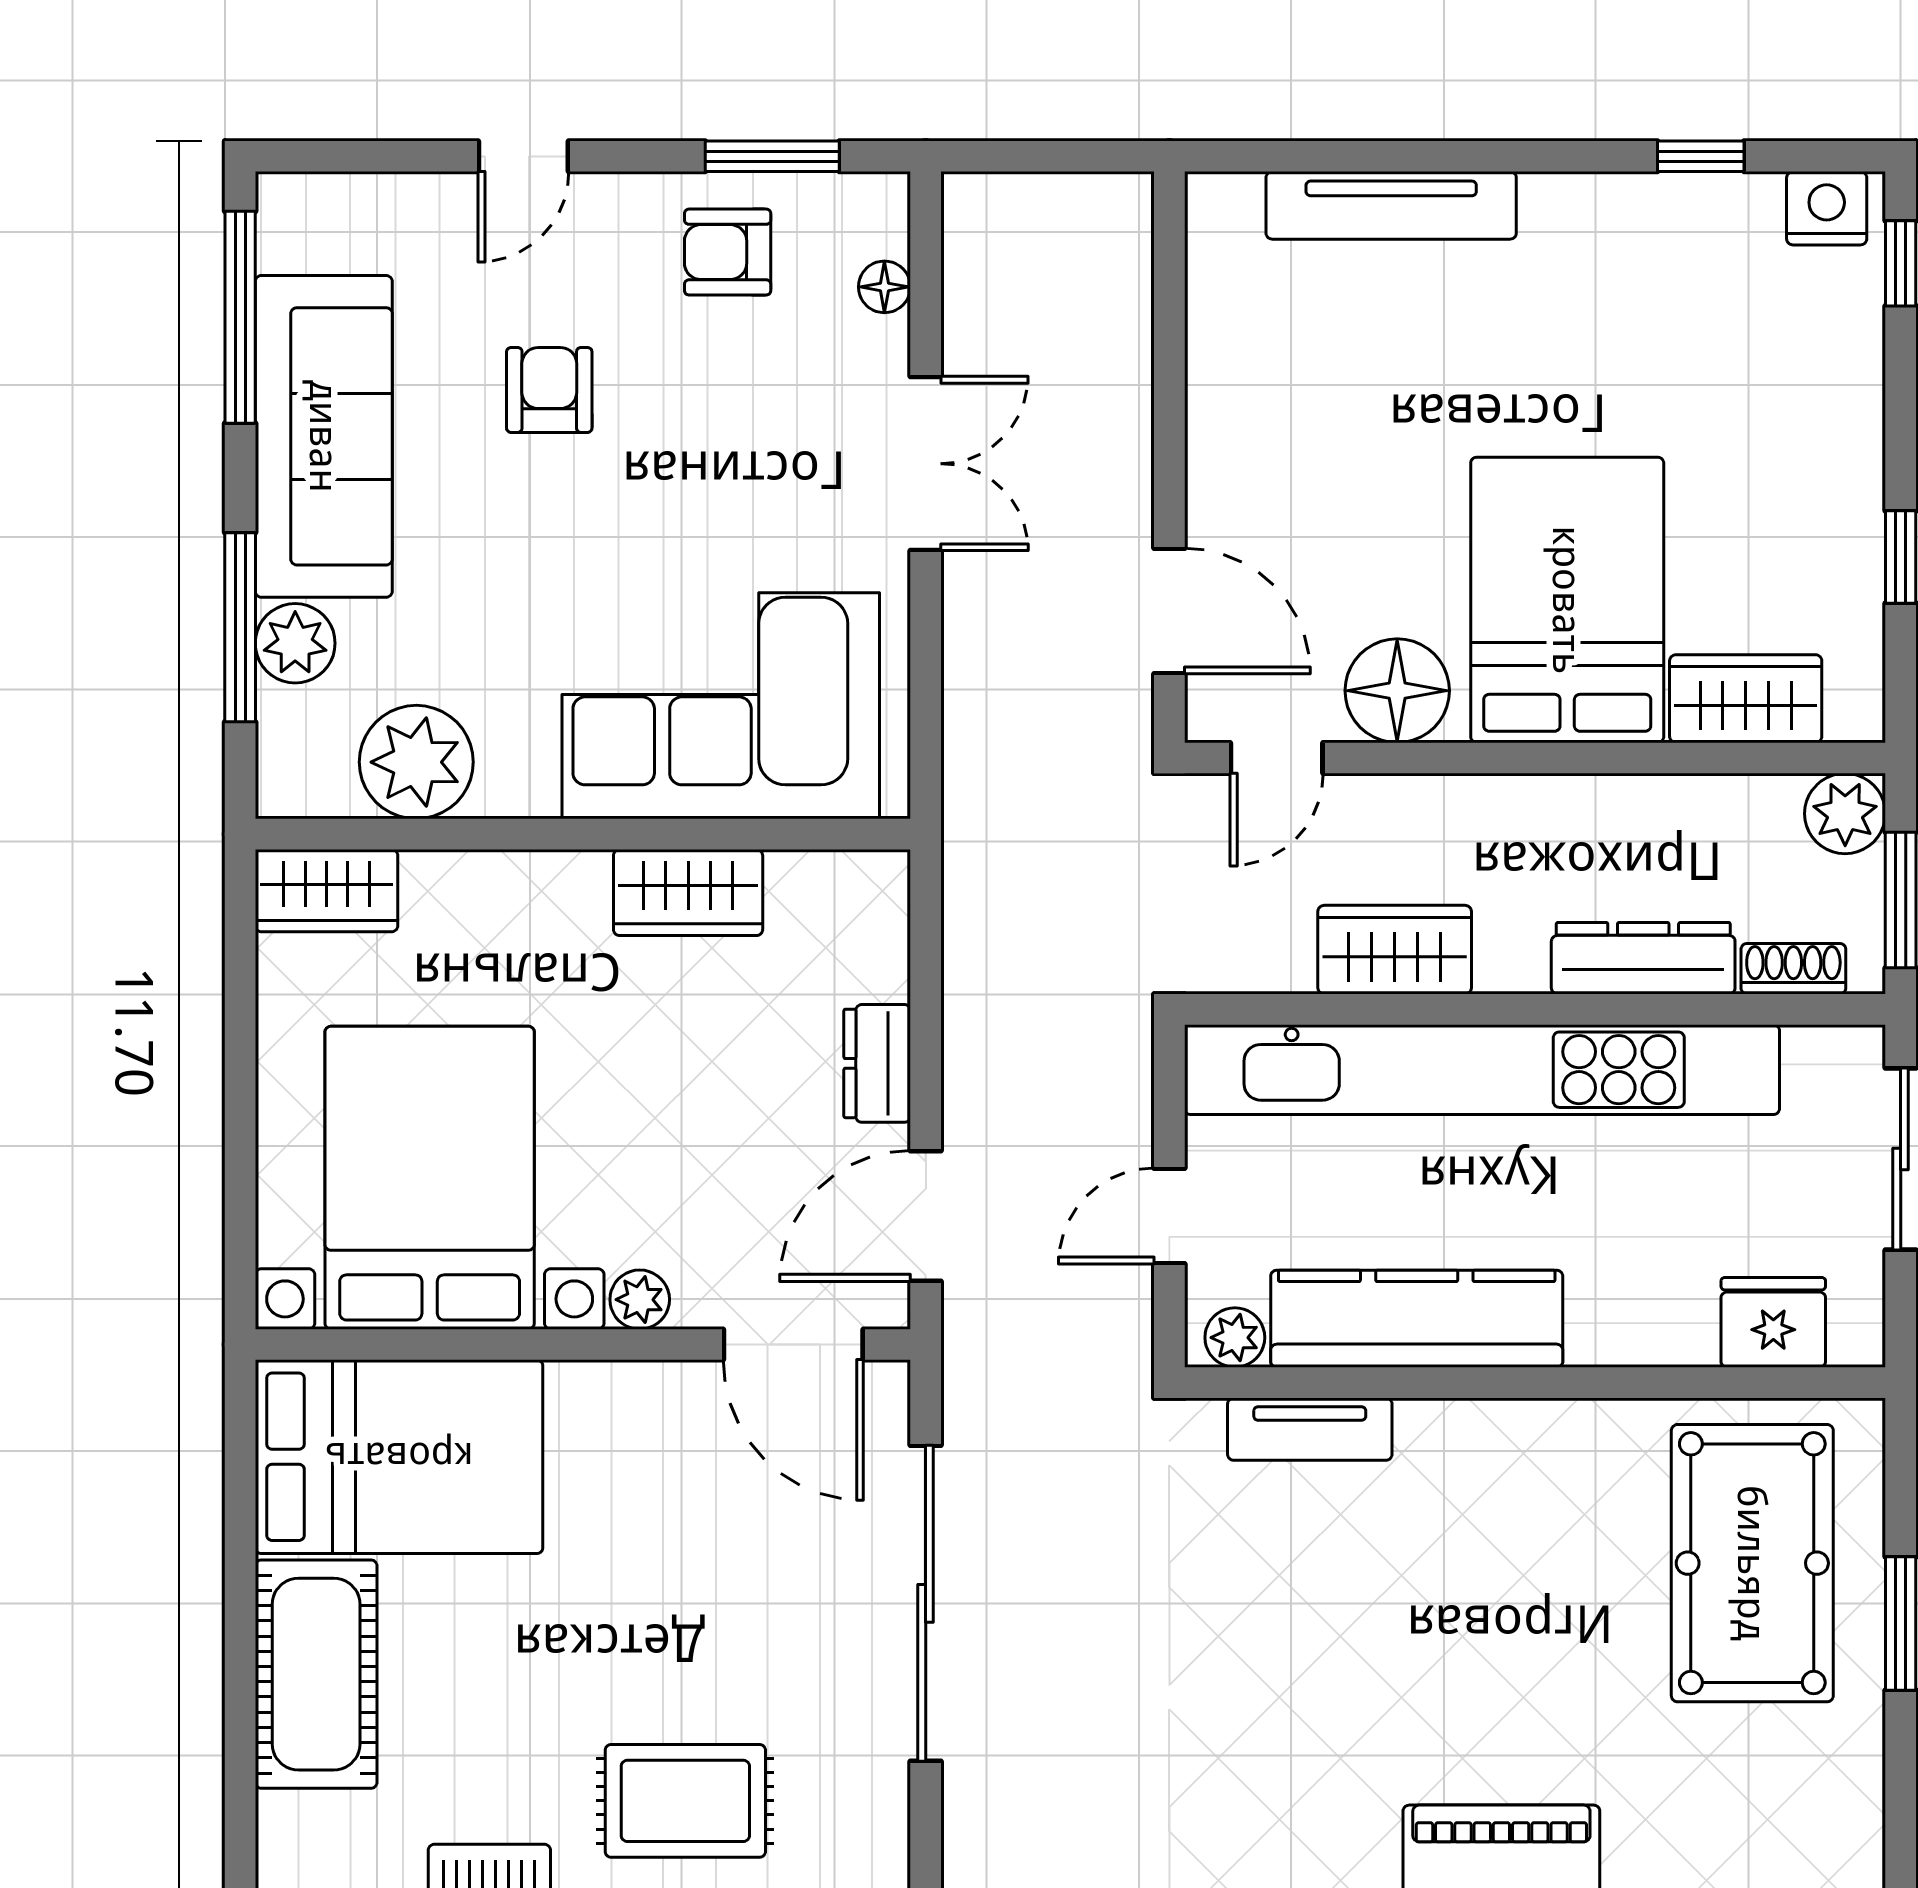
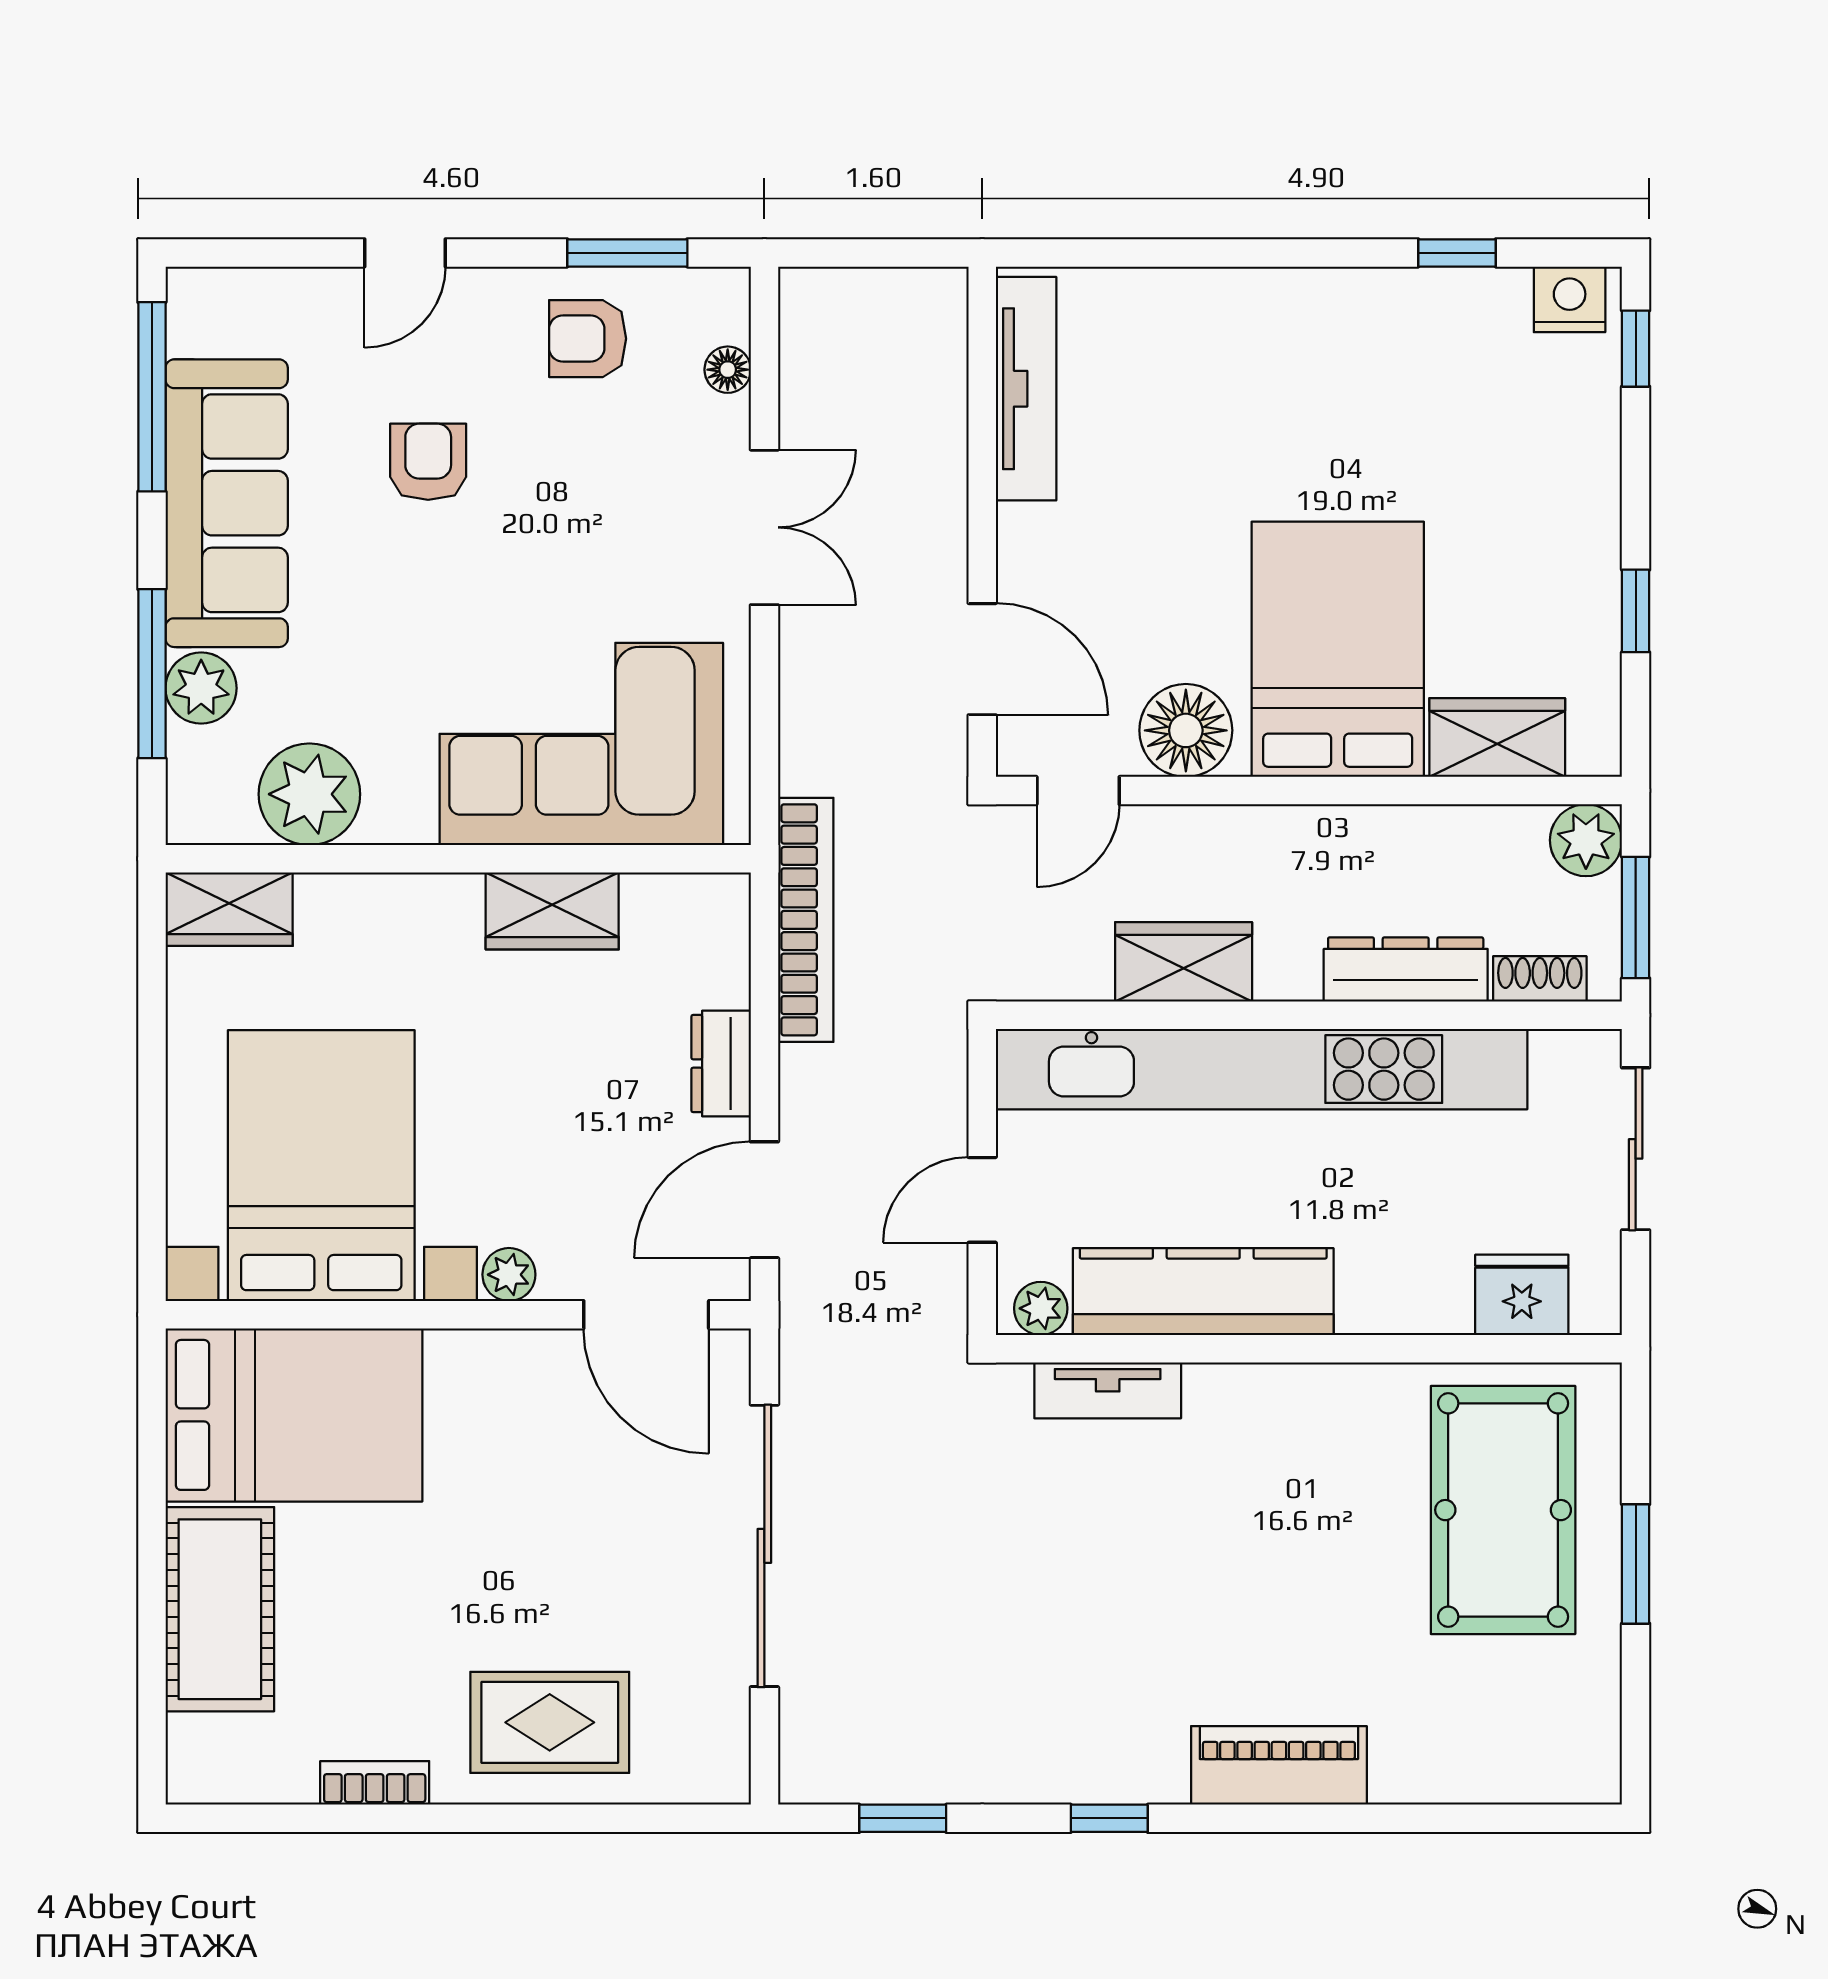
tv unit: (1391, 205) -> (1026, 389), moved, turned -90
bookcase: (972, 903) -> (806, 920), added

